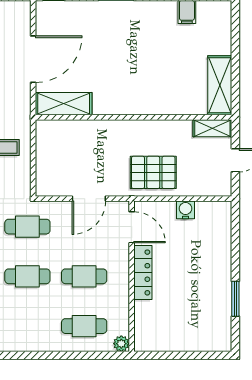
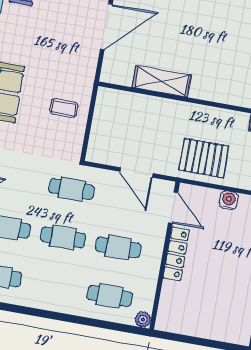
shelving: (64, 104) -> (162, 81), moved
door: (89, 199) -> (136, 172), hinge flipped

